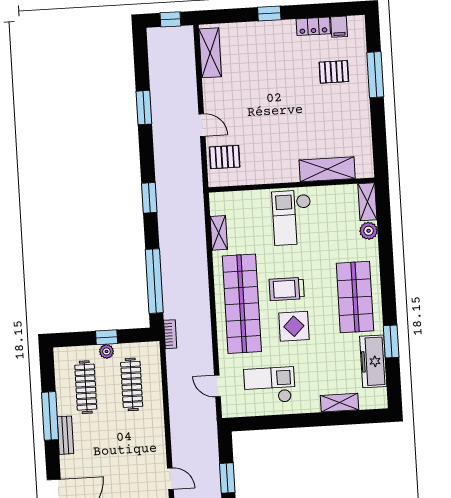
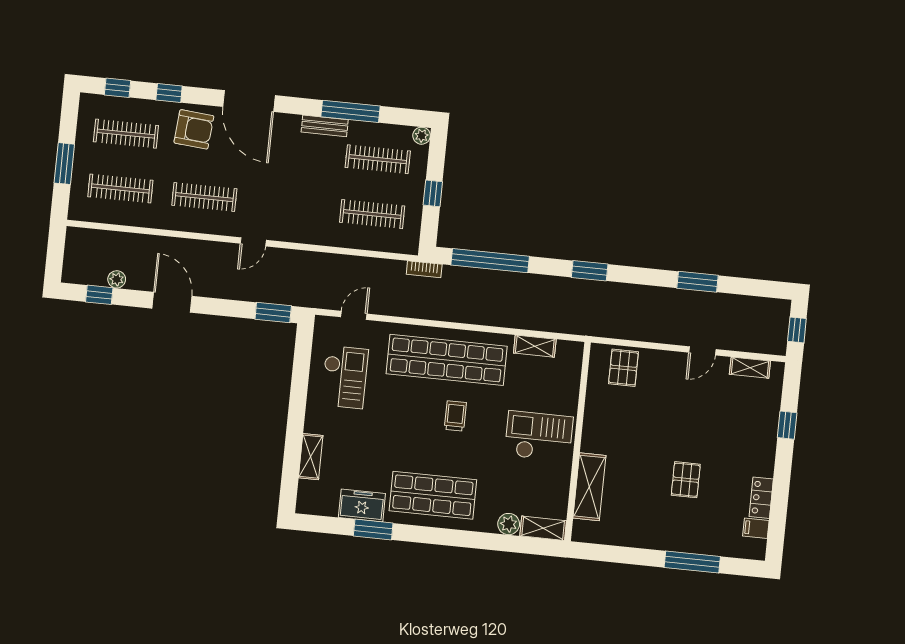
window: (269, 14) -> (787, 425), moved
shelving: (210, 53) -> (750, 368), width x0.67, depth x0.75
pallet: (334, 72) -> (686, 480), moved
door: (202, 125) -> (702, 351), moved
trolley: (287, 289) -> (455, 416), width x0.73, depth x0.72
display table: (294, 326) -> (410, 417), removed
plant: (106, 351) -> (422, 136), moved
freezer: (373, 361) -> (362, 505), width x0.71
window: (227, 478) -> (273, 312), moved

